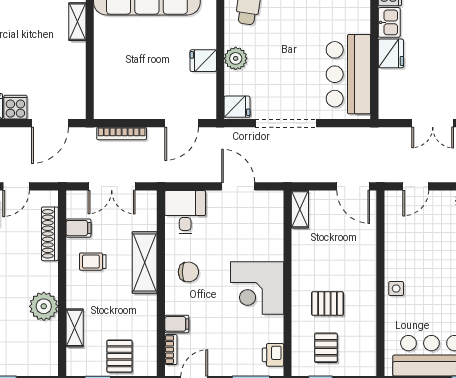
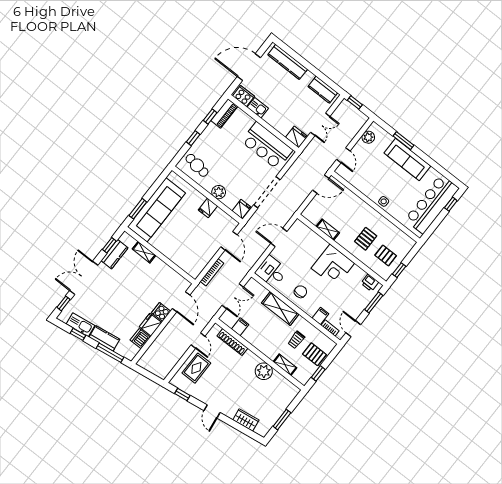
fridge: (391, 53) -> (297, 137), moved
shelving: (300, 209) -> (328, 230), moved
trolley: (93, 262) -> (296, 340), moved

